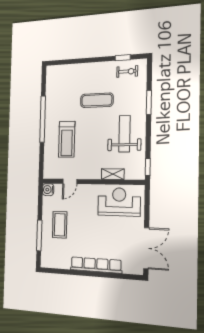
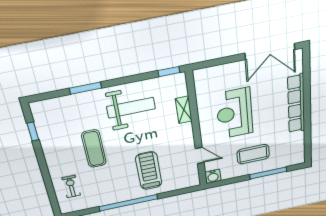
exercise bike: (127, 71) -> (71, 186), moved
weight bench: (124, 134) -> (131, 108), turned 180
treadmill: (67, 139) -> (149, 171), turned -90
reception desk: (119, 202) -> (235, 113), moved
double door: (146, 248) -> (270, 51), swing flipped

